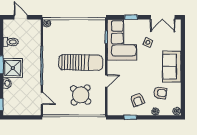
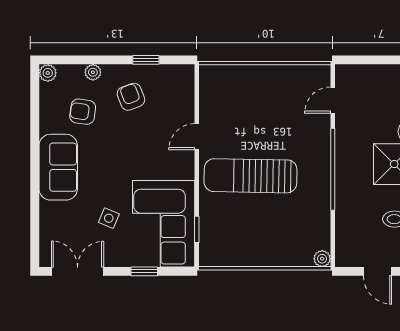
round table: (81, 95) -> (251, 107), removed
door: (42, 98) -> (333, 100), hinge flipped

